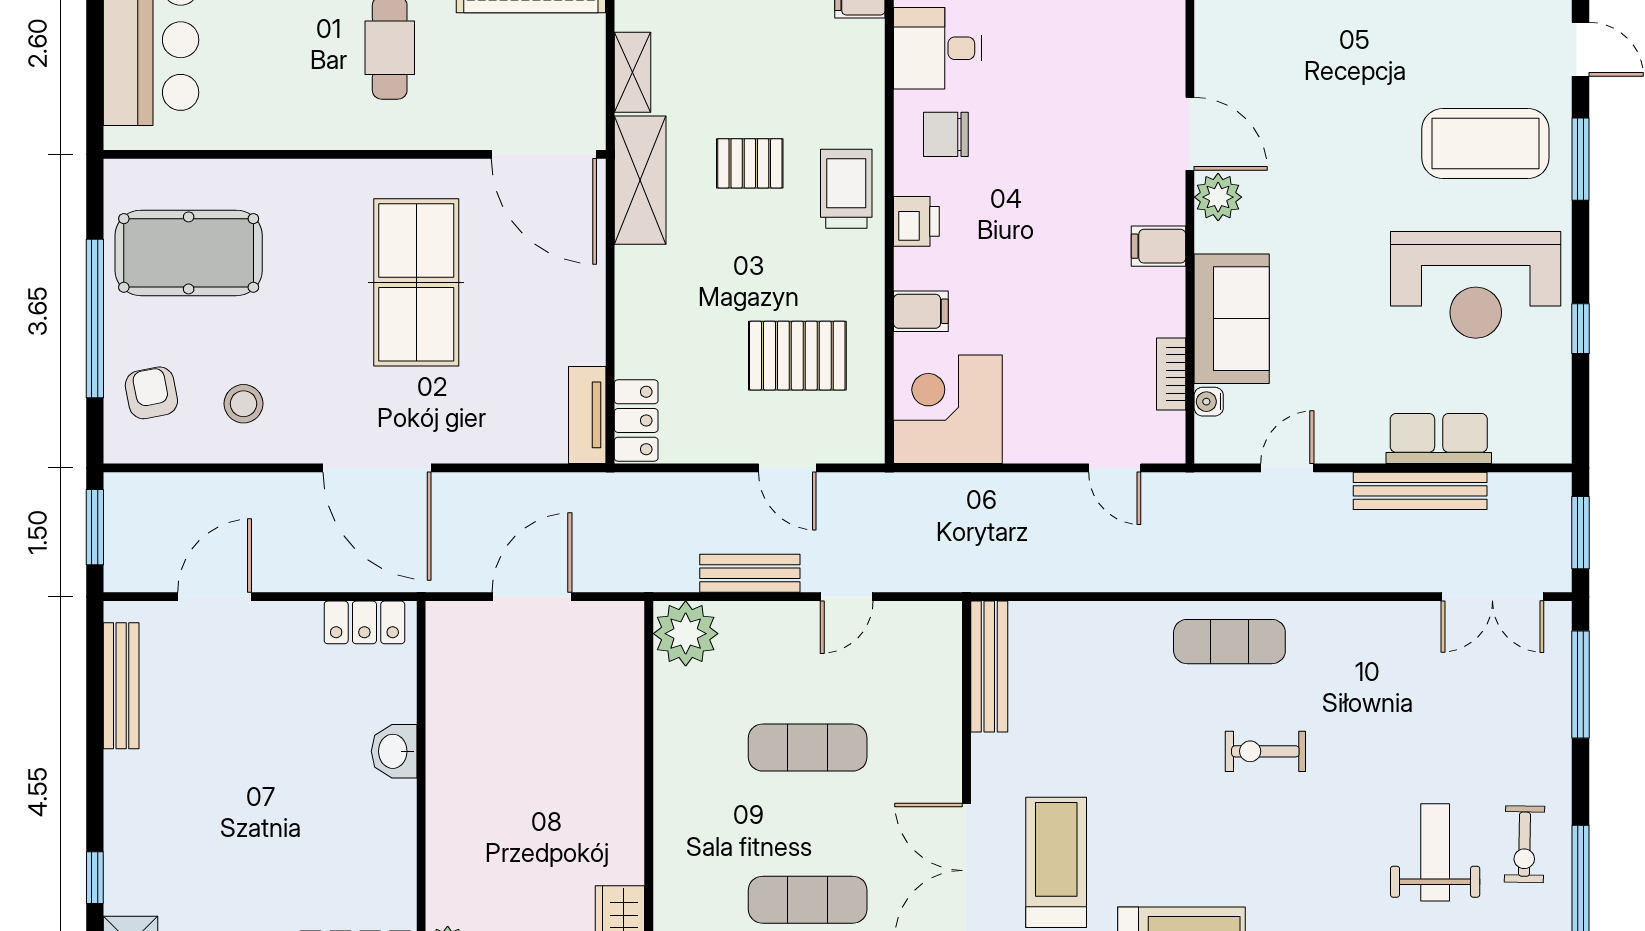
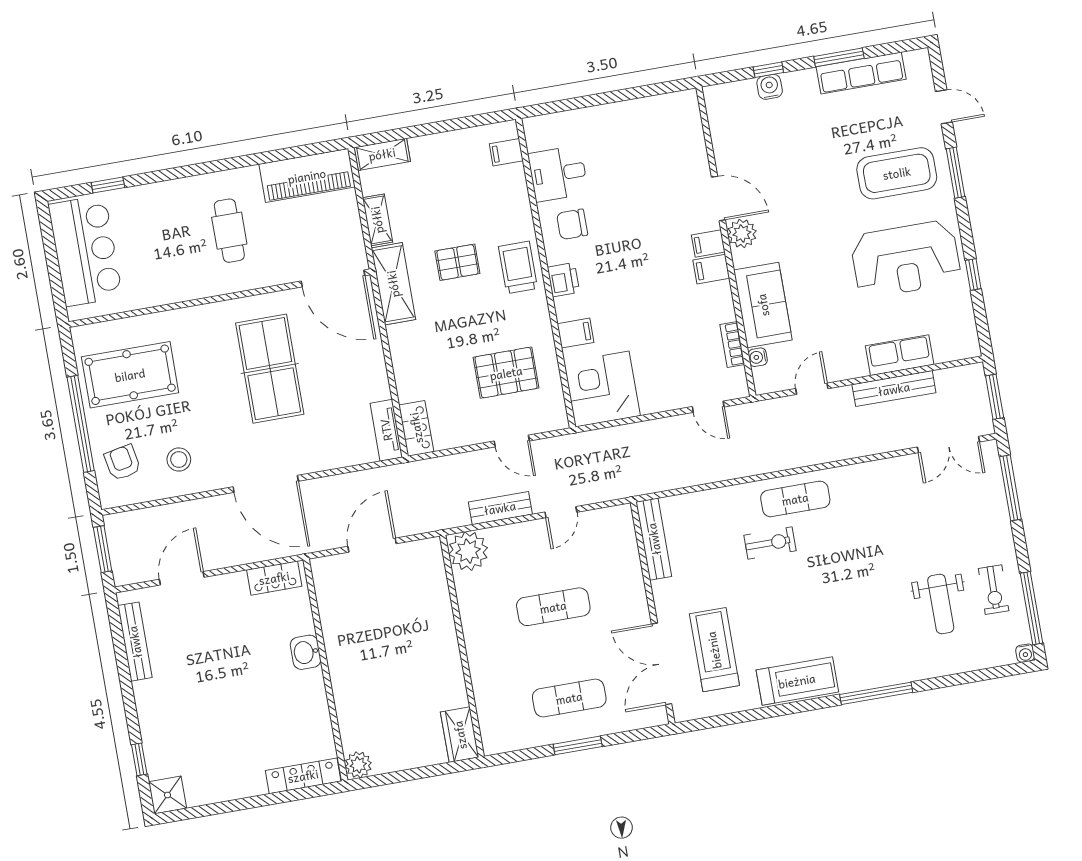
filing cabinet: (1161, 204) -> (708, 243), added
exercise bike: (1265, 751) -> (770, 543), moved, turned 180
weight bench: (1435, 852) -> (941, 604), turned 180

